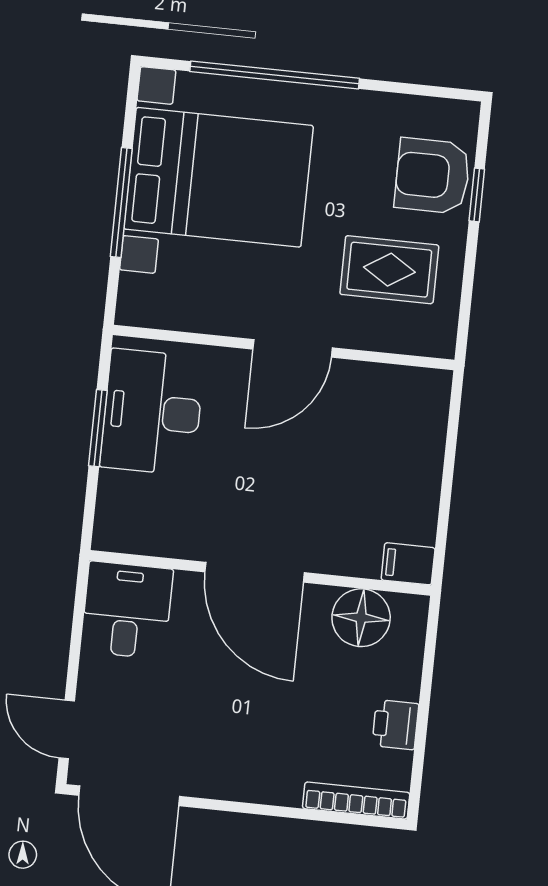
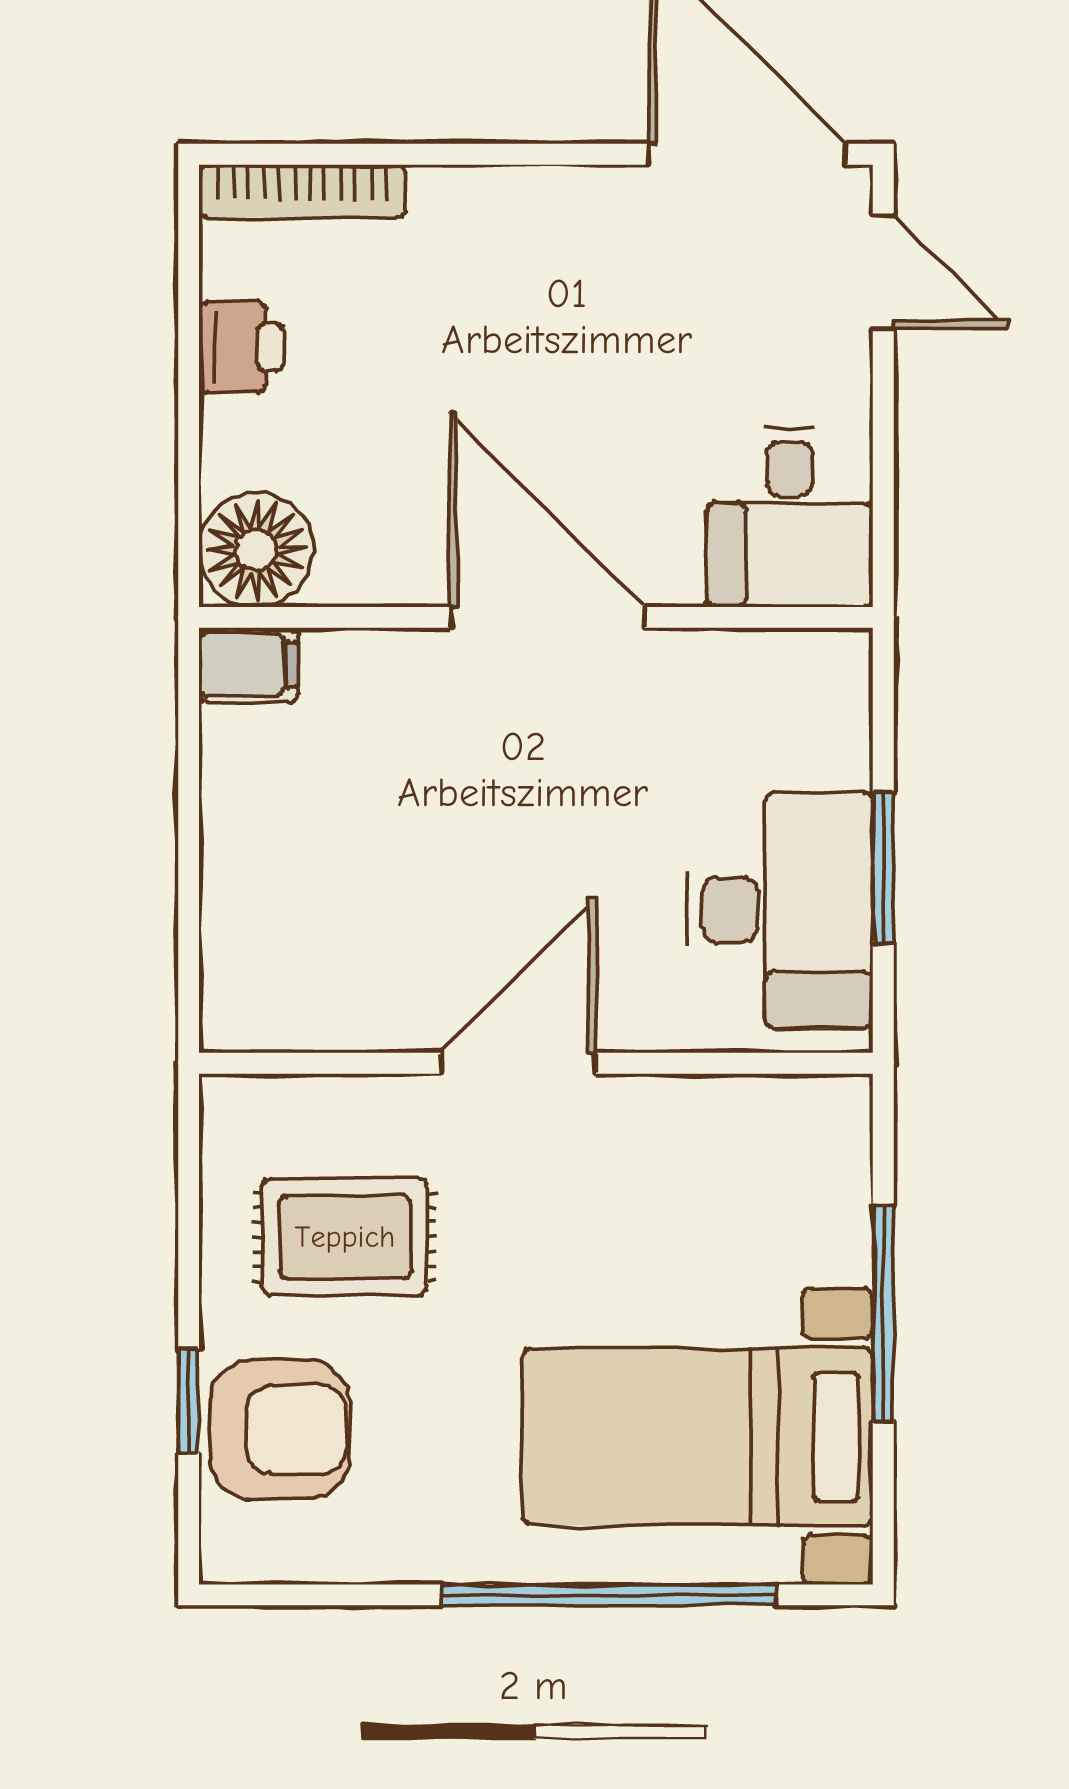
bed with nightstands: (219, 177) -> (698, 1437), width x0.73
floor lamp: (361, 618) -> (256, 550), moved

